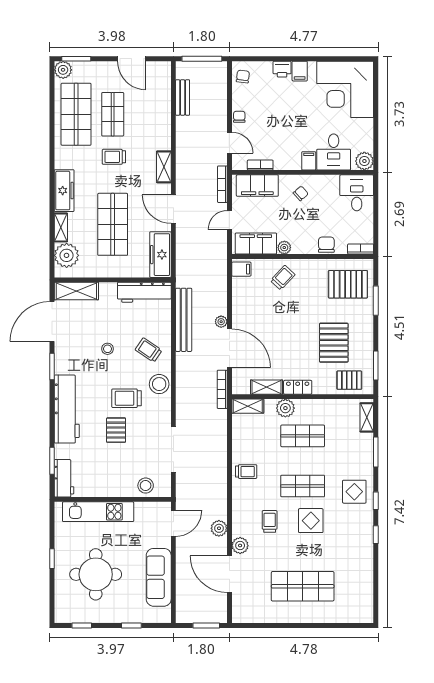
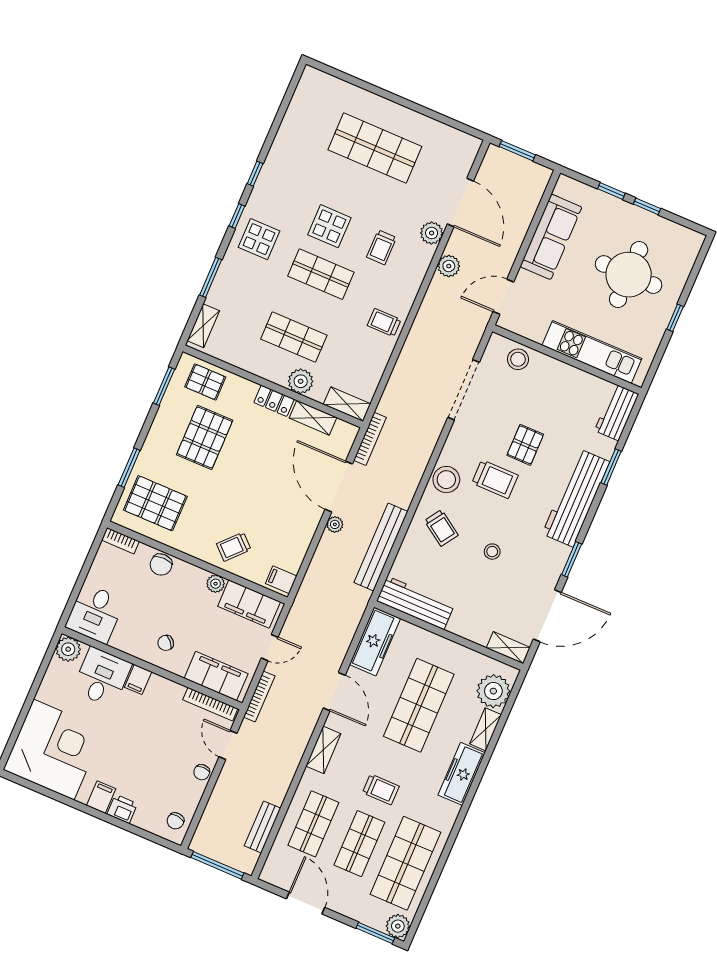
shop shelf: (149, 114) -> (313, 824), added
bookcase: (260, 165) -> (210, 704), width x1.56
shelving: (76, 291) -> (508, 648), width x0.67, depth x0.75
window: (52, 461) -> (611, 467), moved
window: (82, 626) -> (647, 206), moved

